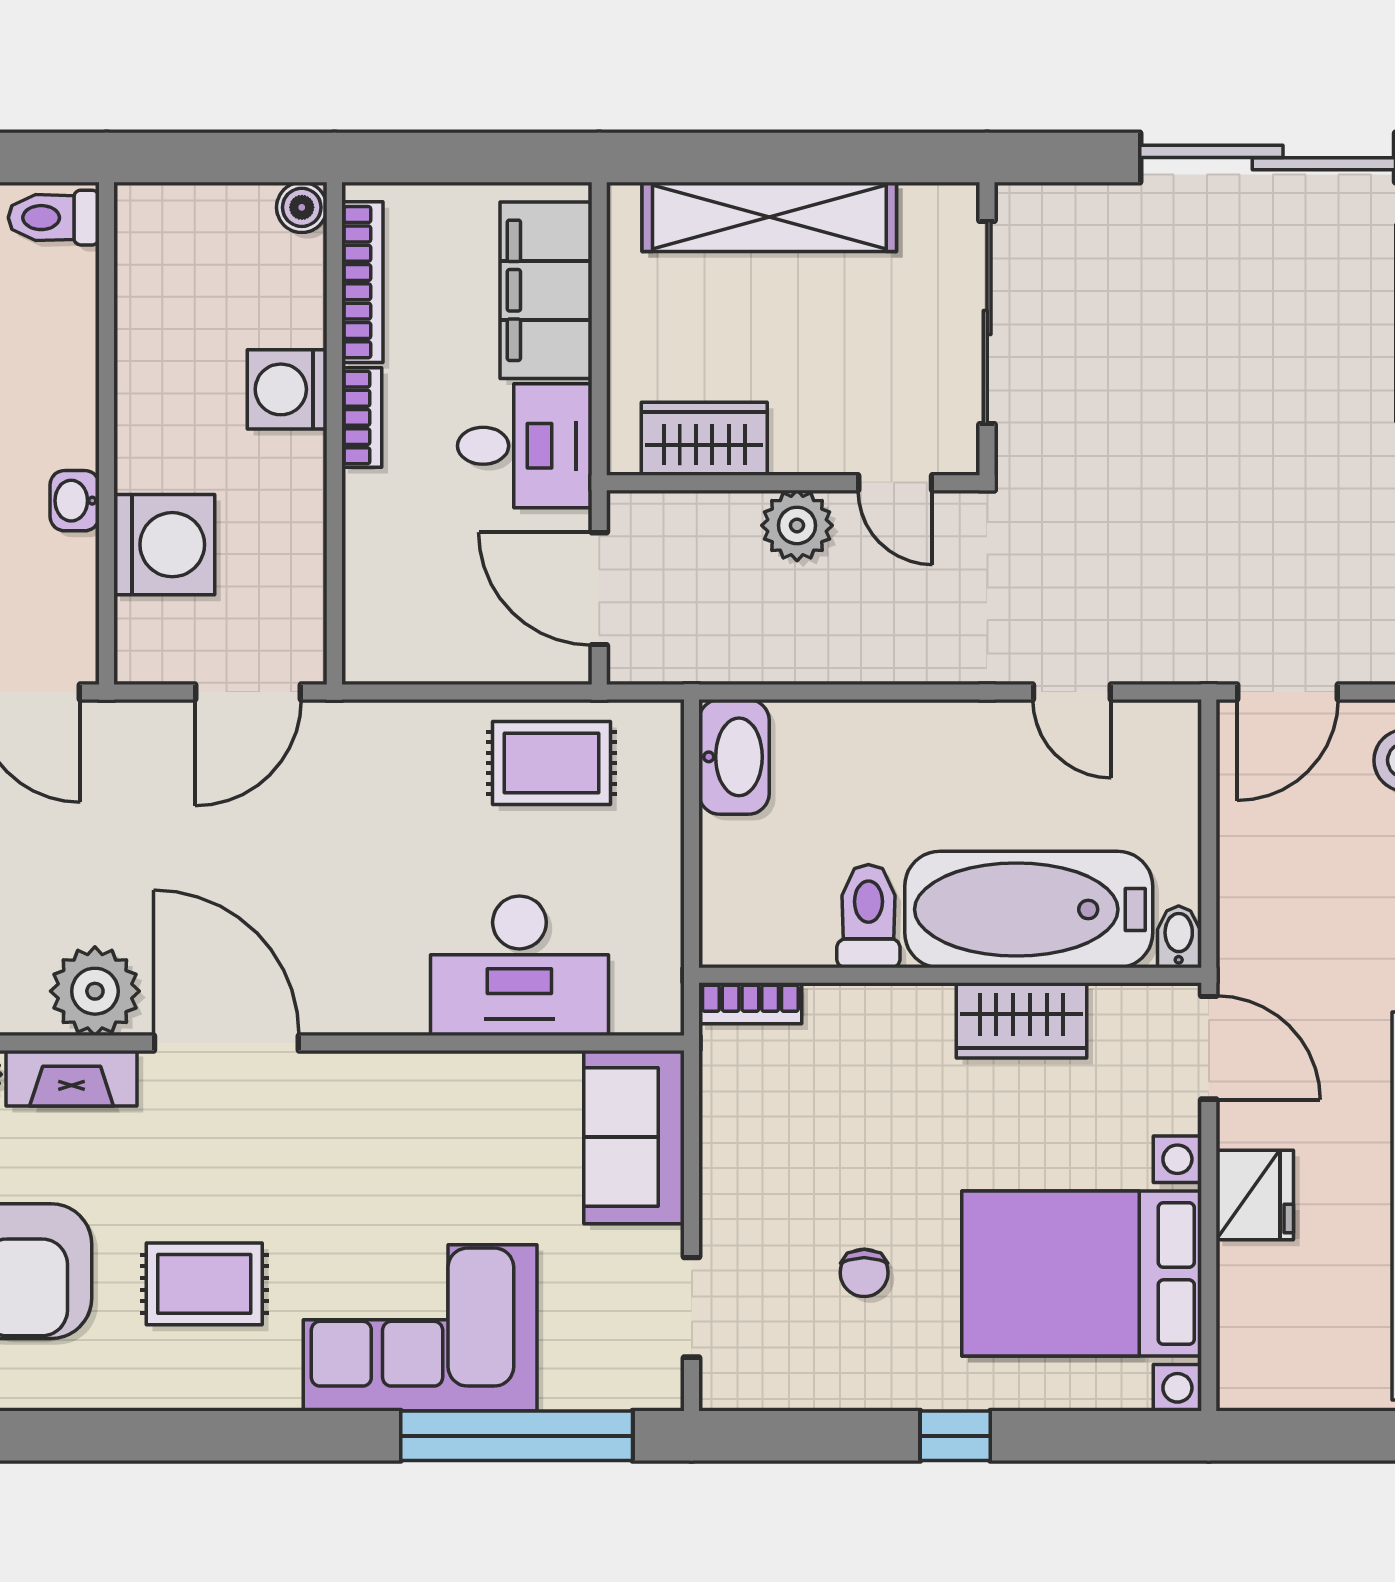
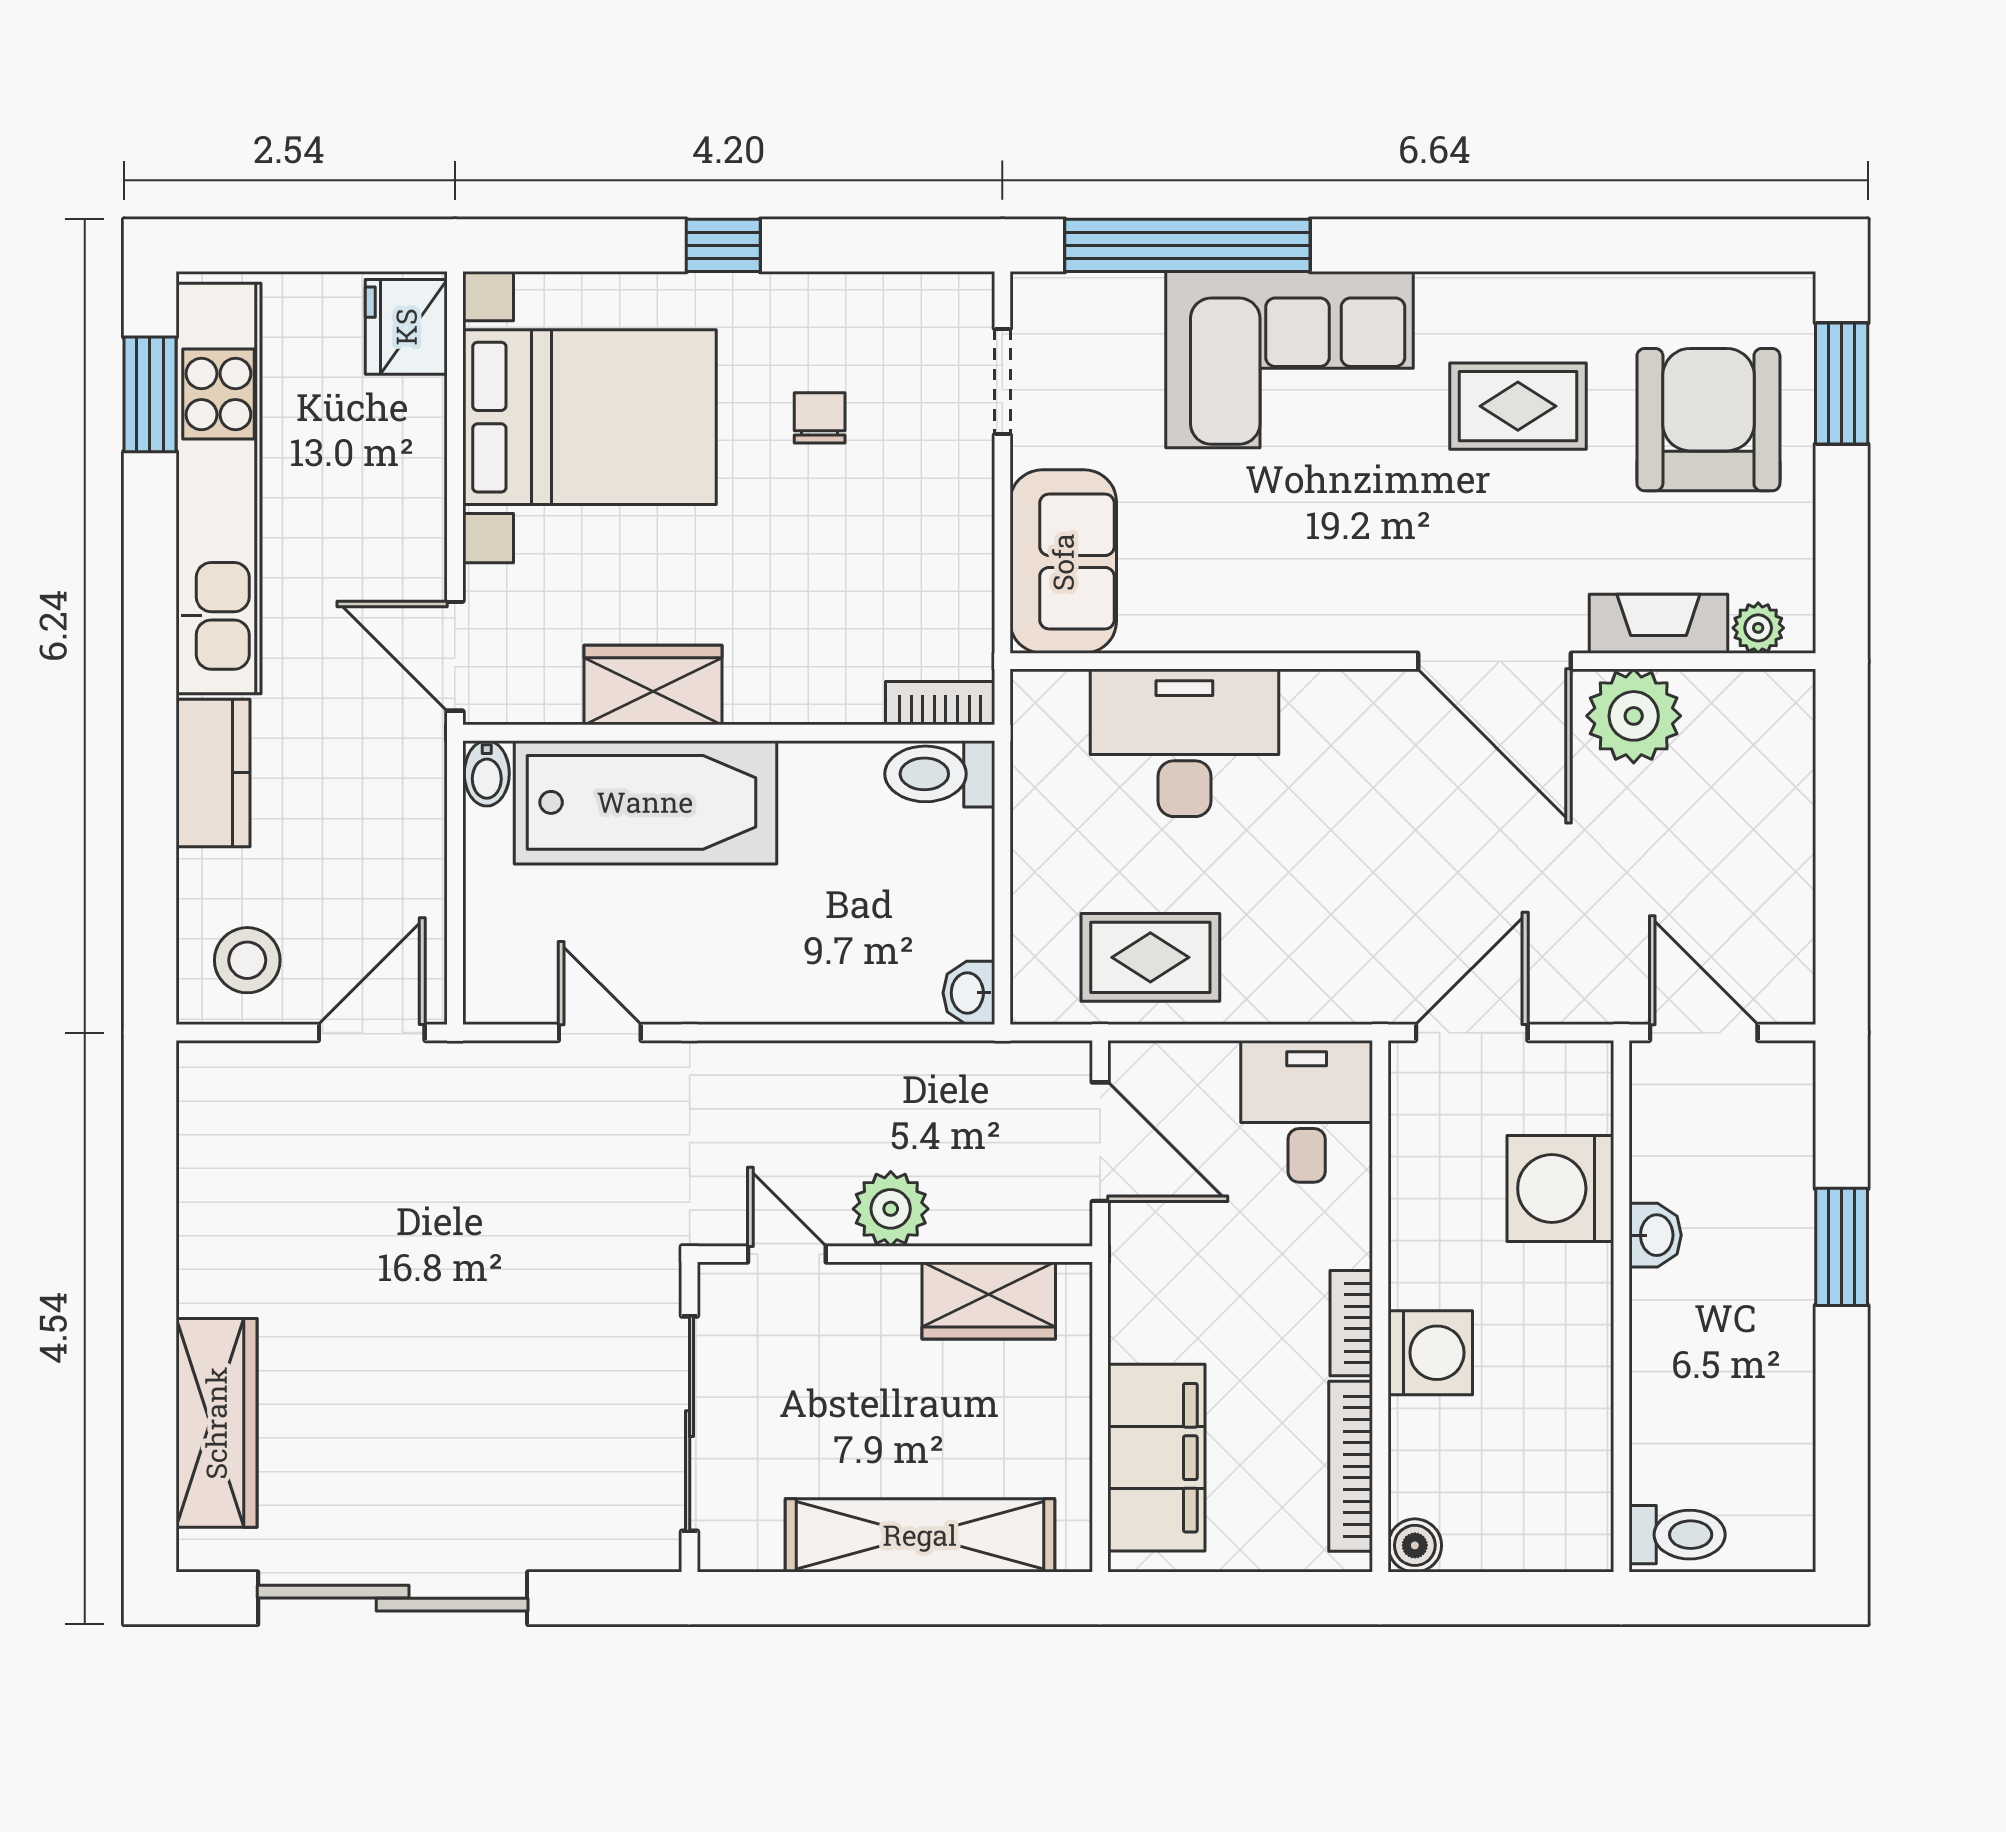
desk: (525, 446) -> (1307, 1111), moved, turned 90
washbasin: (734, 757) -> (969, 993), width x0.52, depth x0.69
toilet: (868, 916) -> (940, 774), moved, turned 90
fridge: (1255, 1195) -> (406, 327), moved

